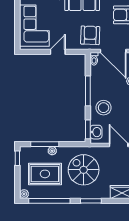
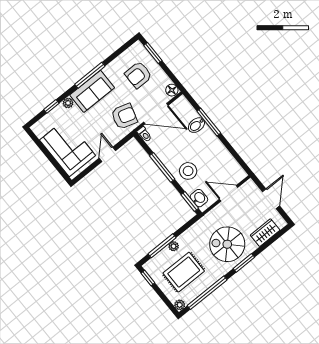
armchair: (90, 35) -> (124, 116), turned 105
spiral stairs: (84, 170) -> (227, 244), moved

